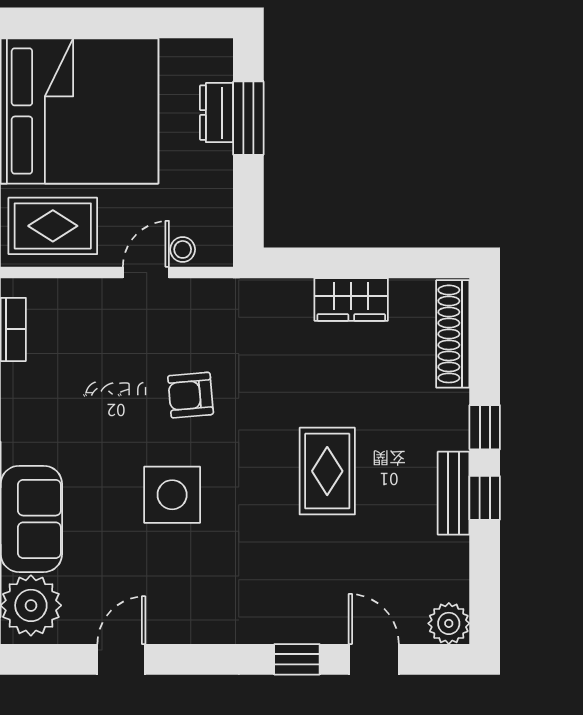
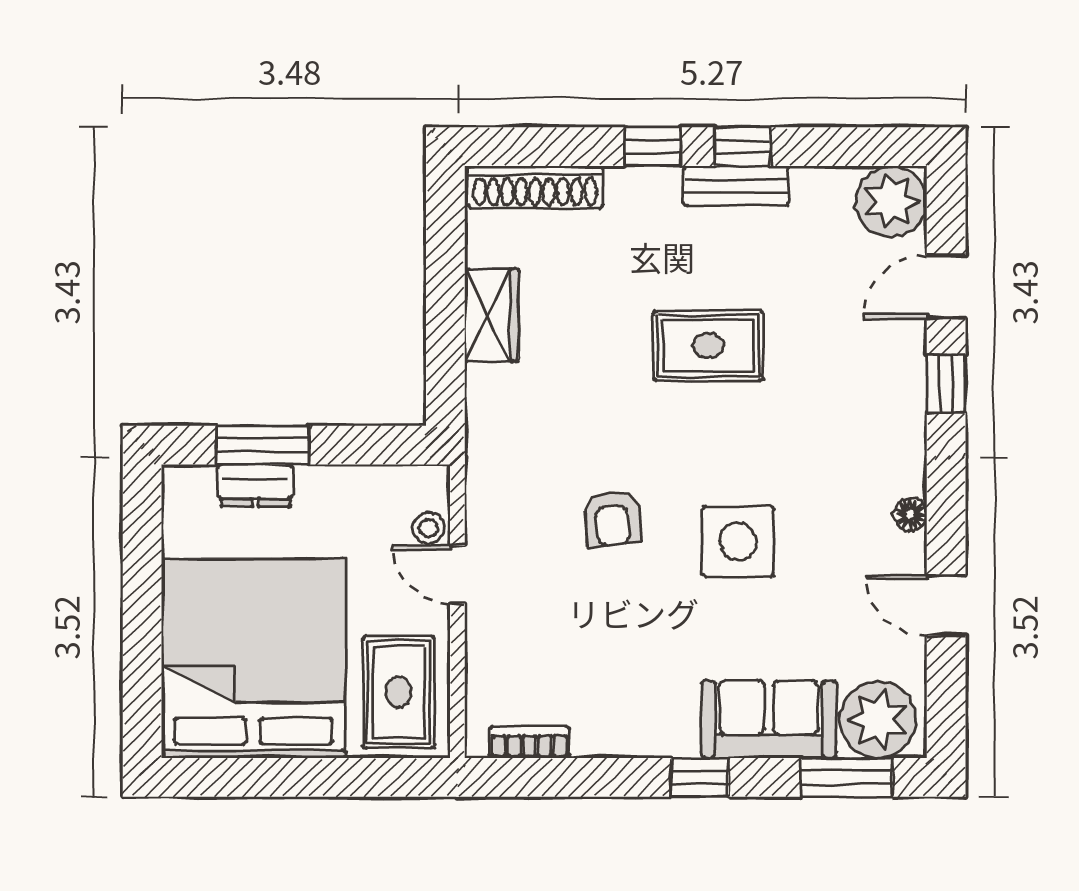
plant: (449, 623) -> (891, 201), width x1.36, depth x1.36
floor lamp: (194, 631) -> (910, 514), added

